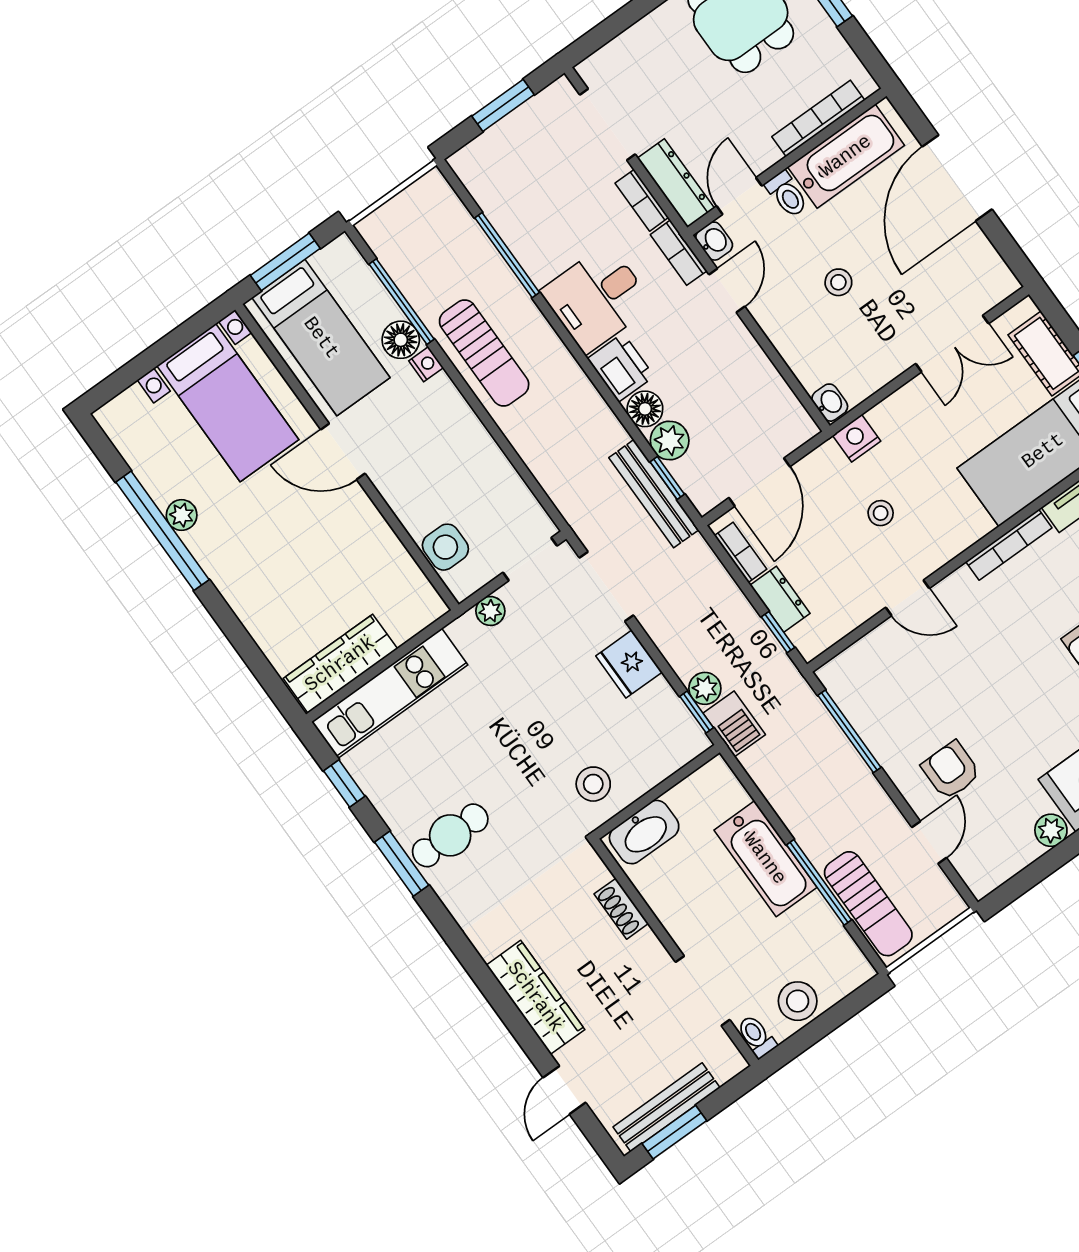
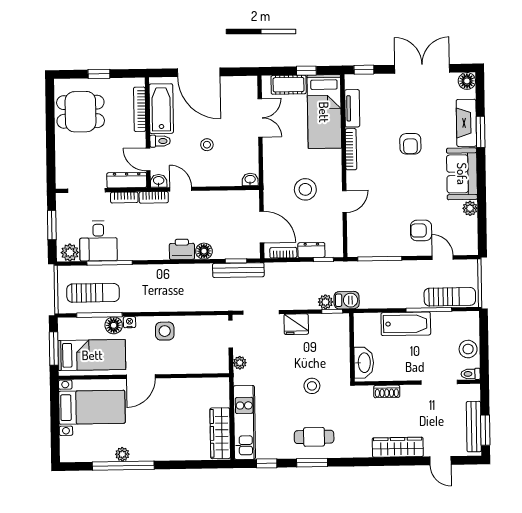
desk: (597, 298) -> (98, 241), moved
sun lounger: (484, 353) -> (93, 293), moved
nightstand: (857, 438) -> (271, 179), removed
plant: (670, 441) -> (70, 253), moved
stool: (881, 513) -> (305, 189), width x1.89, depth x1.89
side table: (445, 547) -> (165, 331), moved
stool: (593, 784) -> (312, 386), moved
cafe table: (450, 835) -> (314, 437), turned 90

